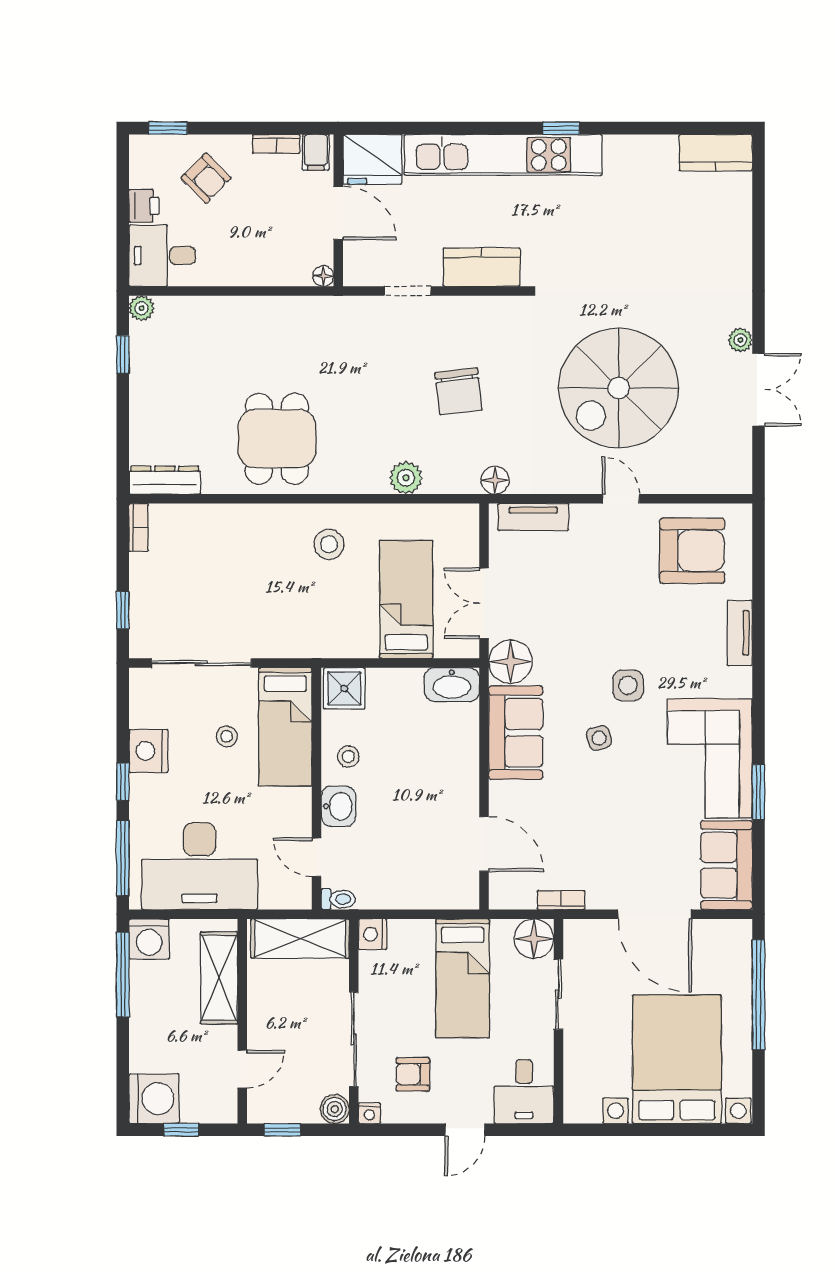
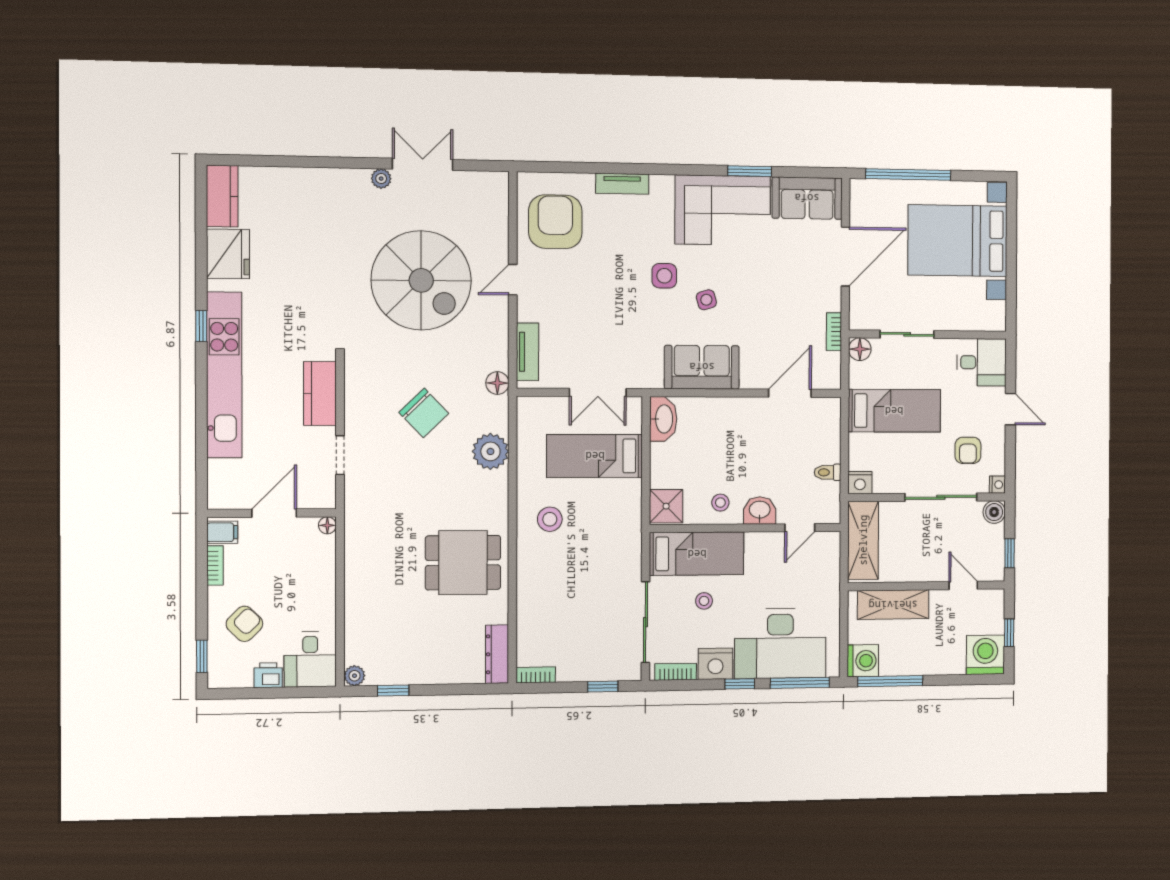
fridge: (372, 159) -> (228, 254), moved
chair: (459, 391) -> (424, 413), turned 53
plant: (406, 478) -> (490, 451), width x1.36, depth x1.36
floor lamp: (511, 662) -> (645, 371), removed
bookcase: (139, 701) -> (676, 672), added
desk: (200, 866) -> (780, 643), moved, turned 90
toilet: (338, 899) -> (828, 472), moved, turned -90
floor lamp: (534, 939) -> (860, 349), width x0.73, depth x0.73

